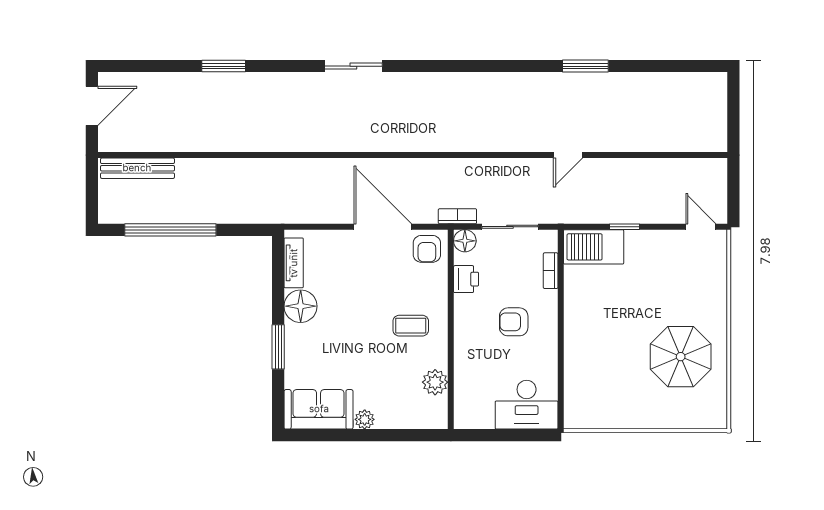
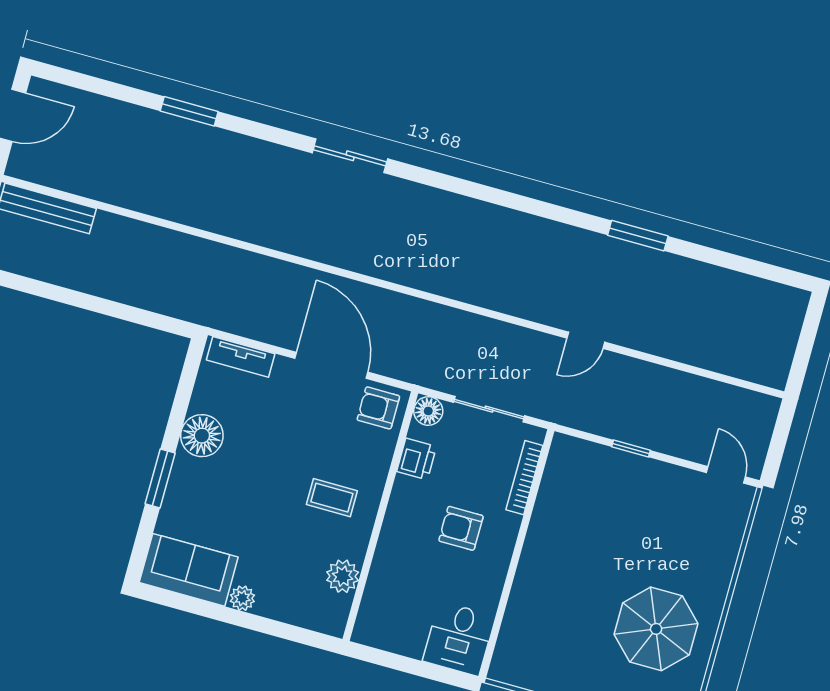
bookcase: (457, 216) -> (427, 378), removed
window: (170, 230) -> (67, 296), removed
barbecue: (594, 247) -> (586, 463), removed
armchair: (427, 249) -> (378, 408), turned 90
tv unit: (294, 263) -> (241, 357), moved, turned 90
bookcase: (551, 271) -> (524, 478), width x1.56
desk: (527, 405) -> (459, 638), width x0.73

